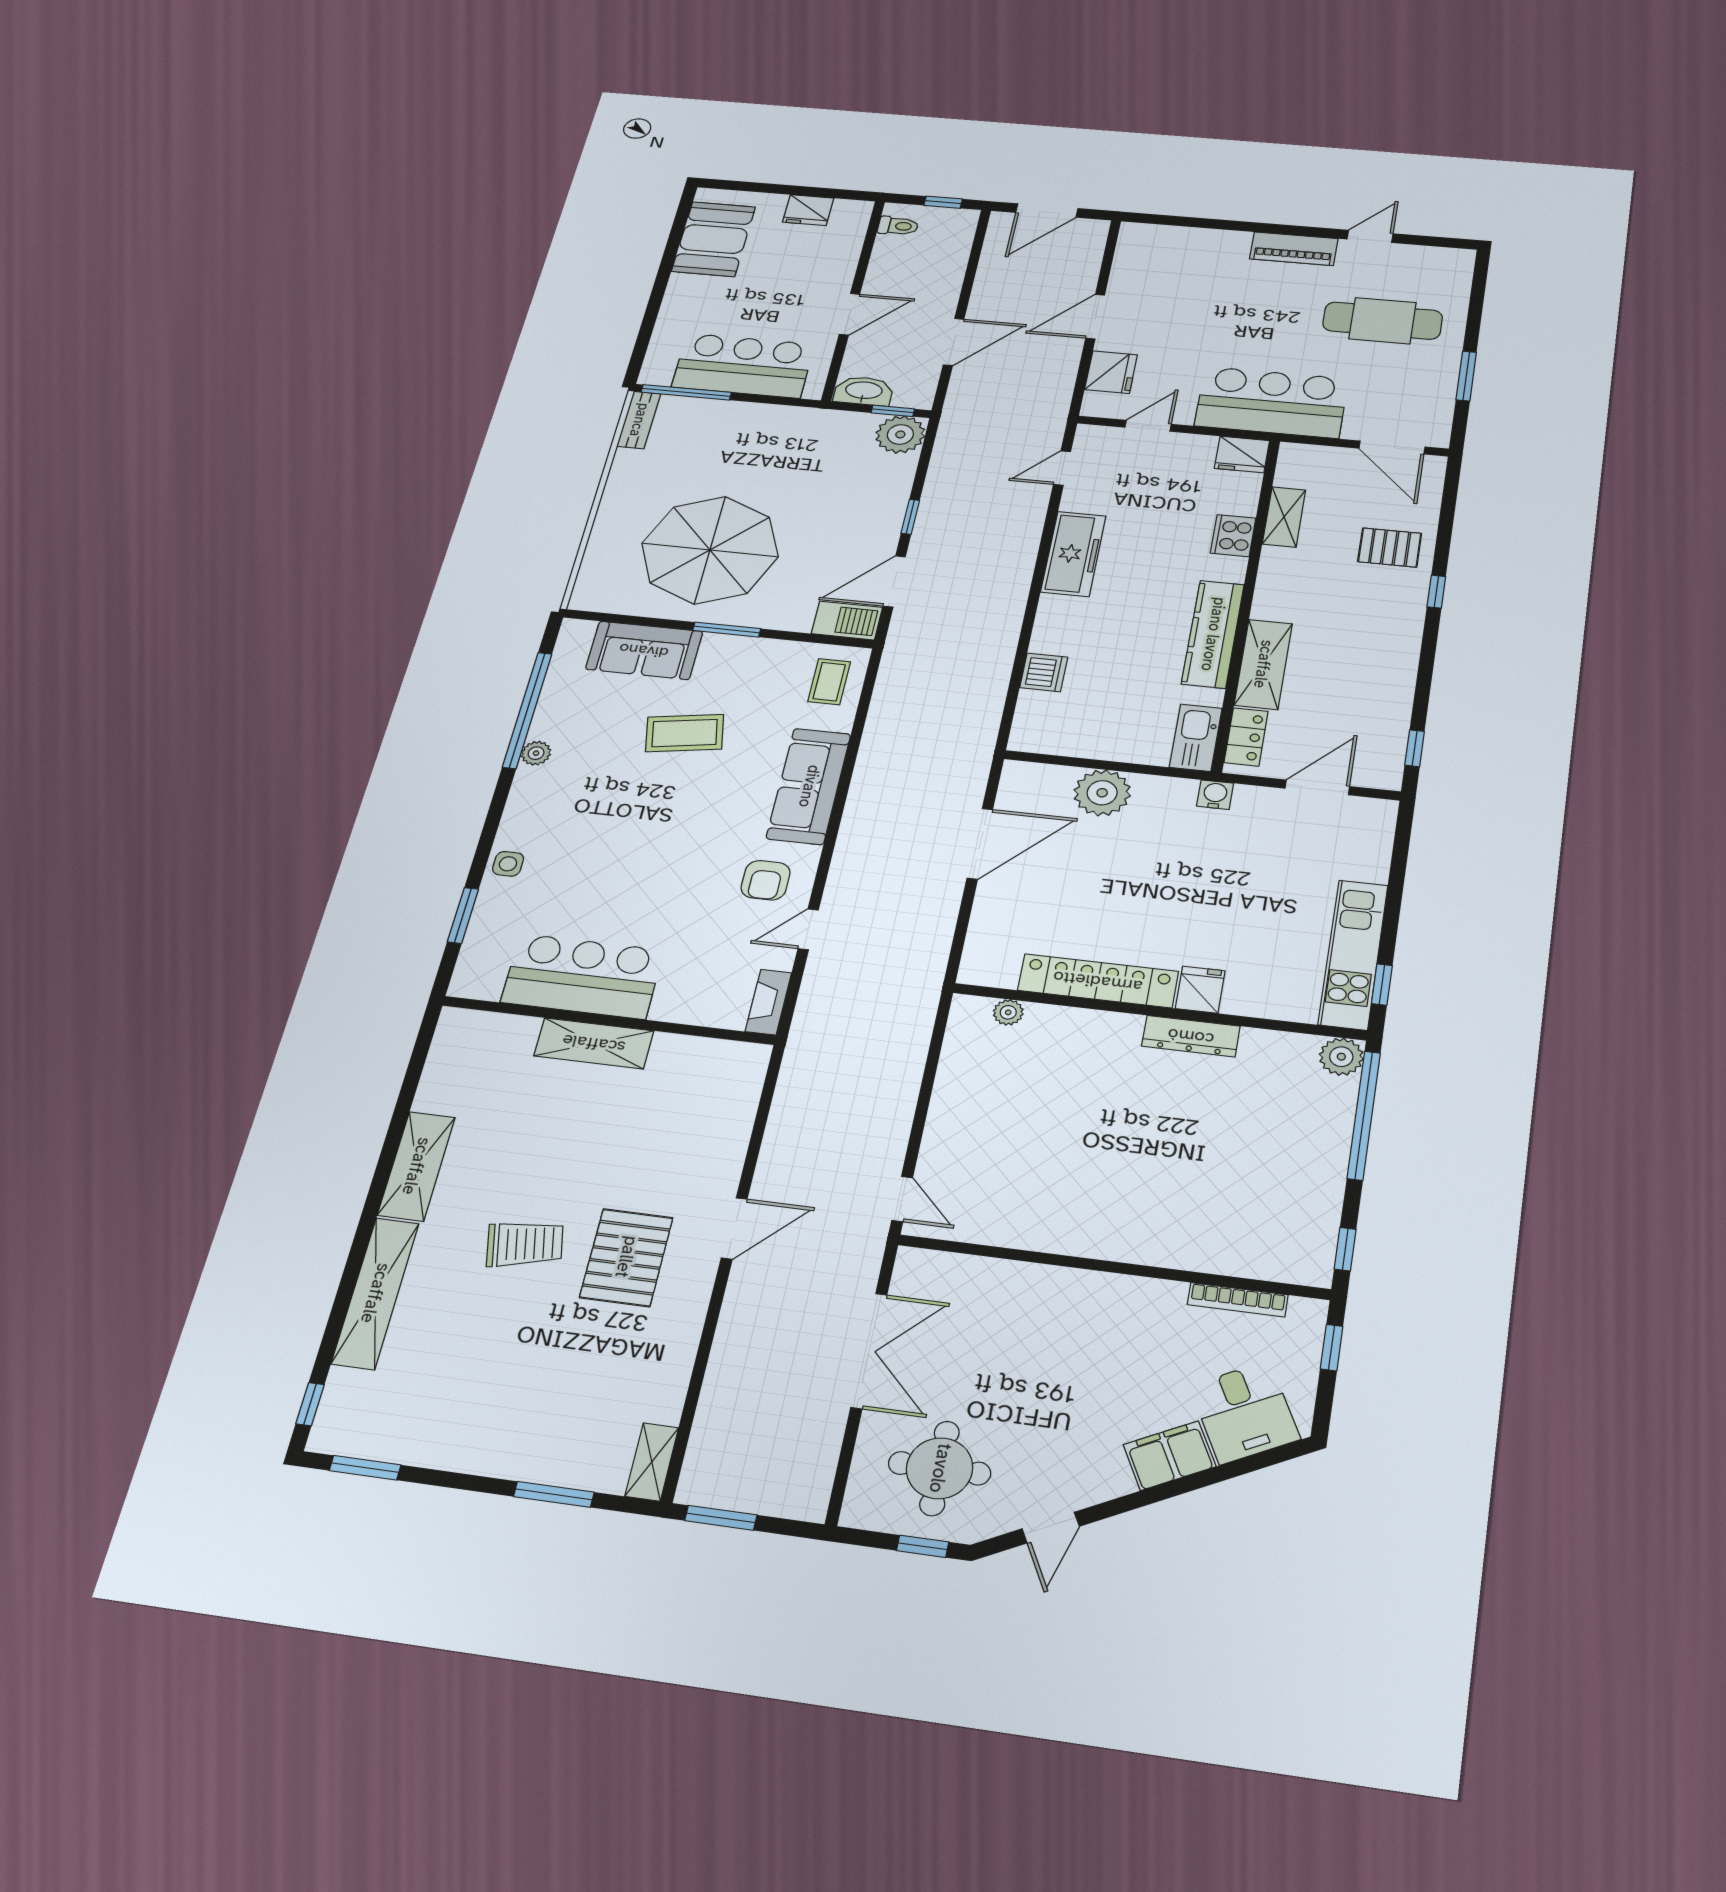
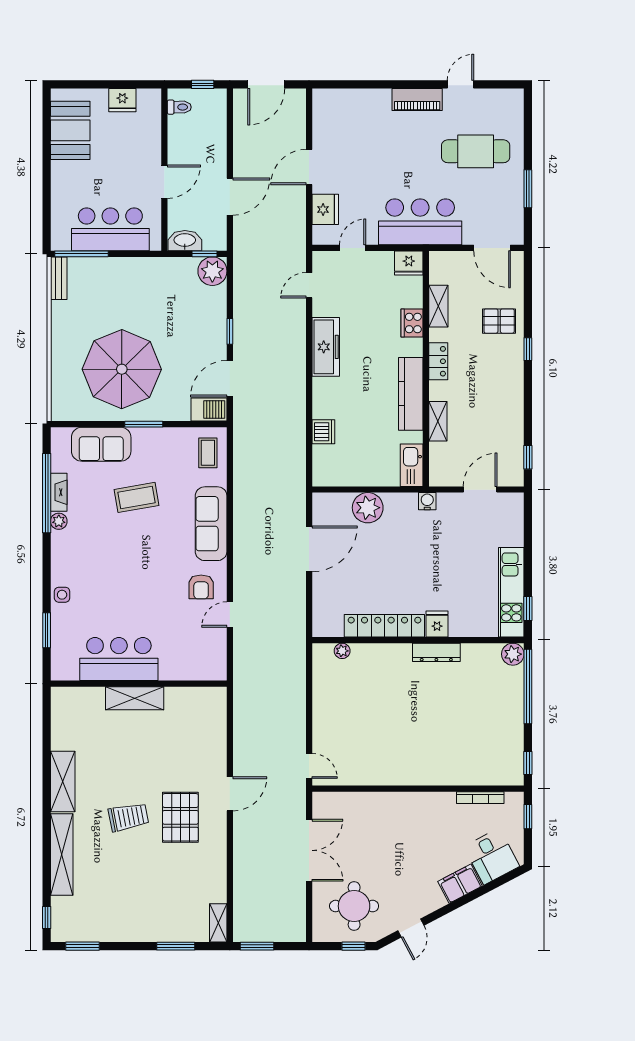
shelving: (1263, 664) -> (438, 421), width x0.67, depth x0.75
locker: (1246, 737) -> (438, 361), moved
fireplace: (768, 1002) -> (59, 492), moved, turned 180

